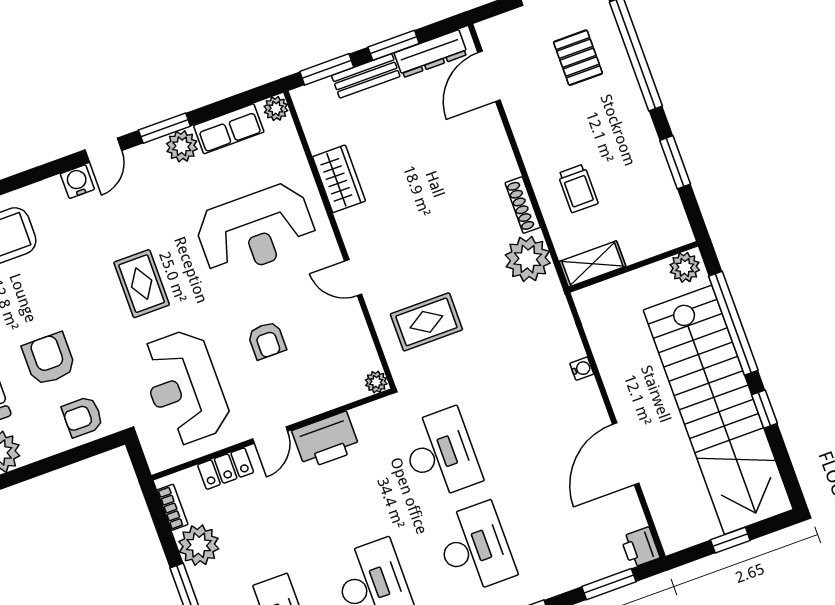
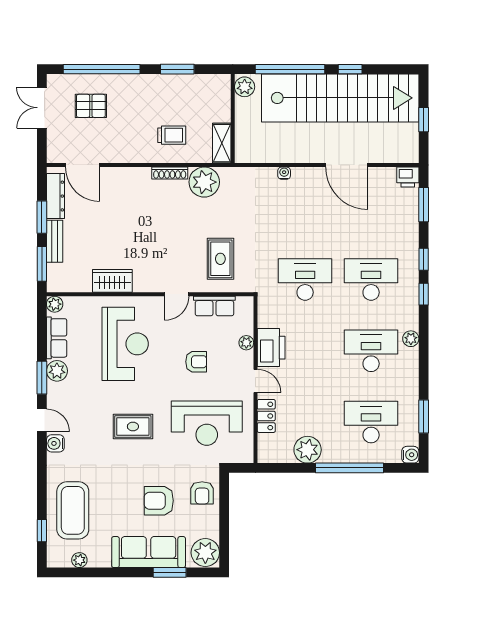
row of seats: (356, 338) -> (214, 306), added
plant: (376, 382) -> (246, 343), moved
bookcase: (172, 507) -> (278, 458), removed

